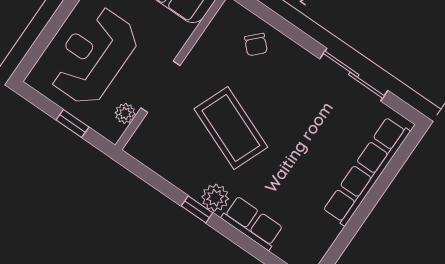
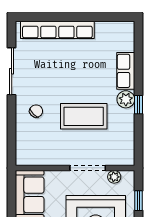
chair: (256, 45) -> (36, 111), moved
coffee table: (231, 128) -> (84, 116), turned 68

